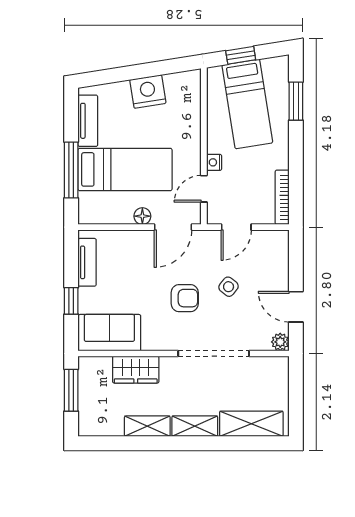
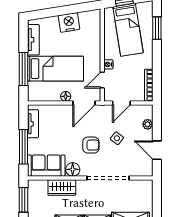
window: (71, 301) -> (23, 147), width x2.17
floor lamp: (154, 339) -> (73, 169), added
plant: (280, 342) -> (148, 124), moved

